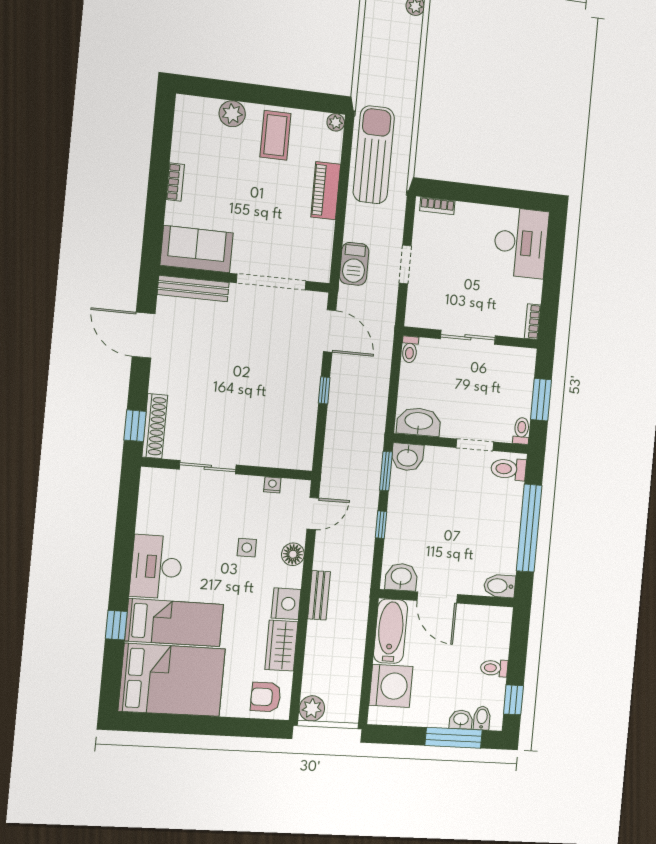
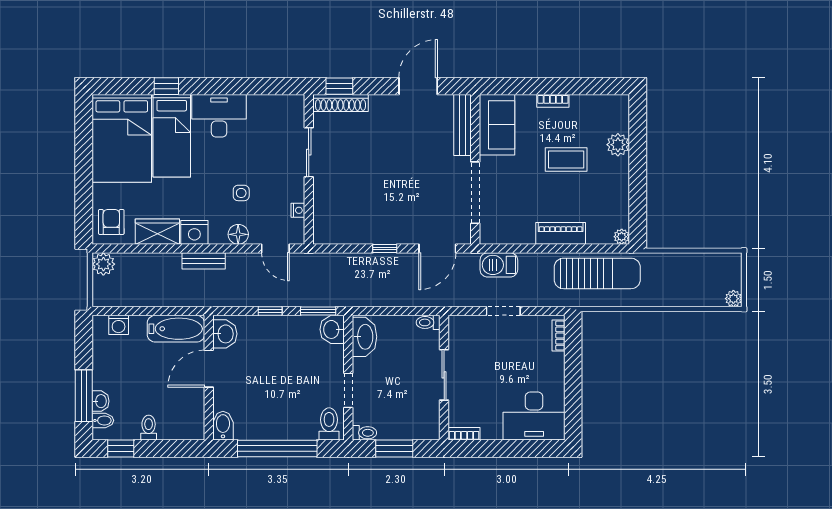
coffee table: (275, 135) -> (566, 160), moved
washing machine: (391, 686) -> (119, 325), width x0.53, depth x0.53

